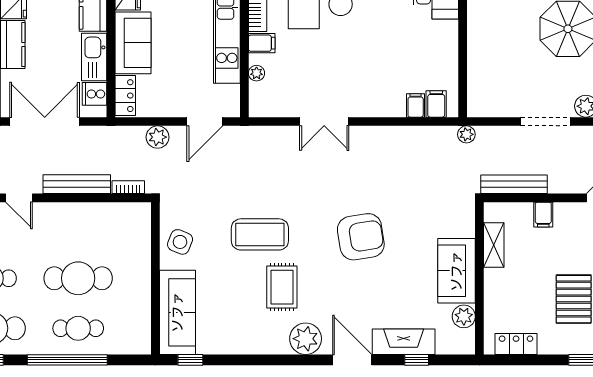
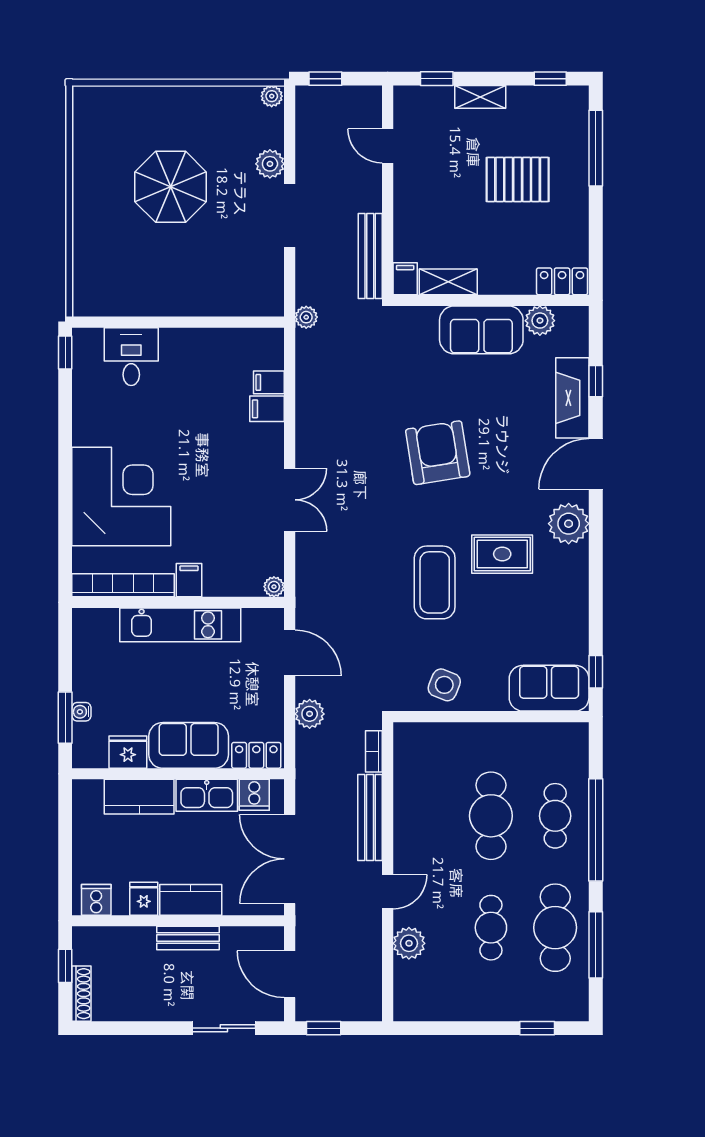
plant: (257, 73) -> (274, 587), moved
filing cabinet: (436, 104) -> (267, 409), moved
filing cabinet: (543, 215) -> (405, 279), moved, turned -90
sofa: (177, 312) -> (549, 688), width x0.73
locker: (516, 344) -> (562, 281), moved, turned 90

